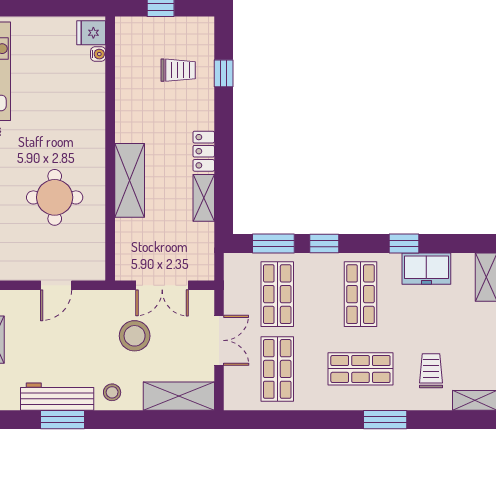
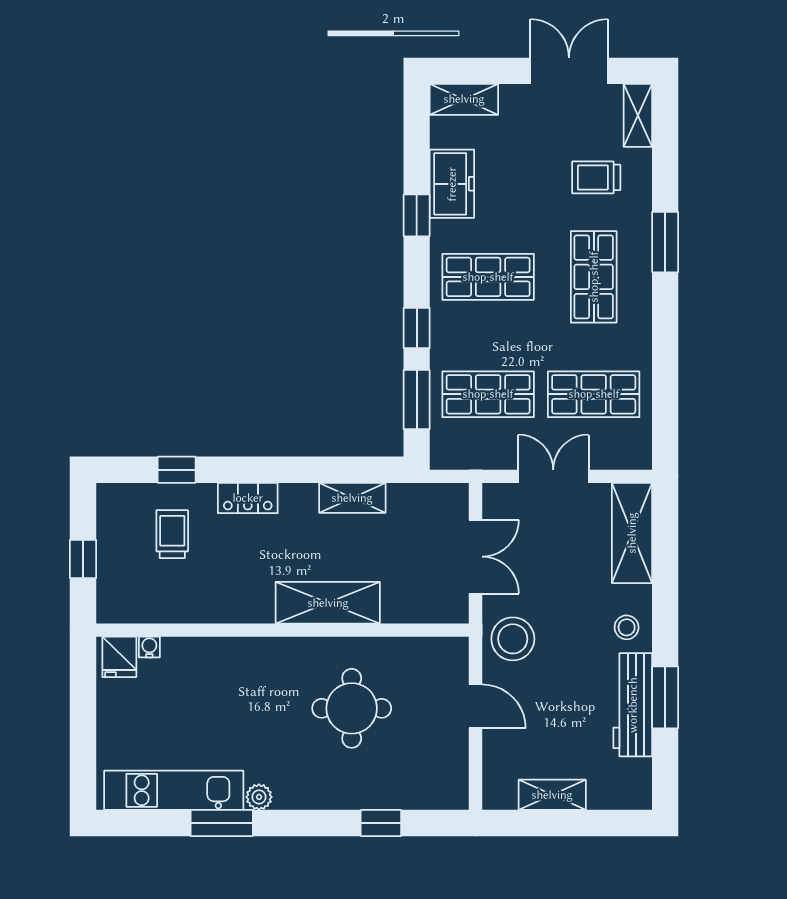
locker: (204, 151) -> (248, 498), moved
stool: (135, 336) -> (513, 639), moved

